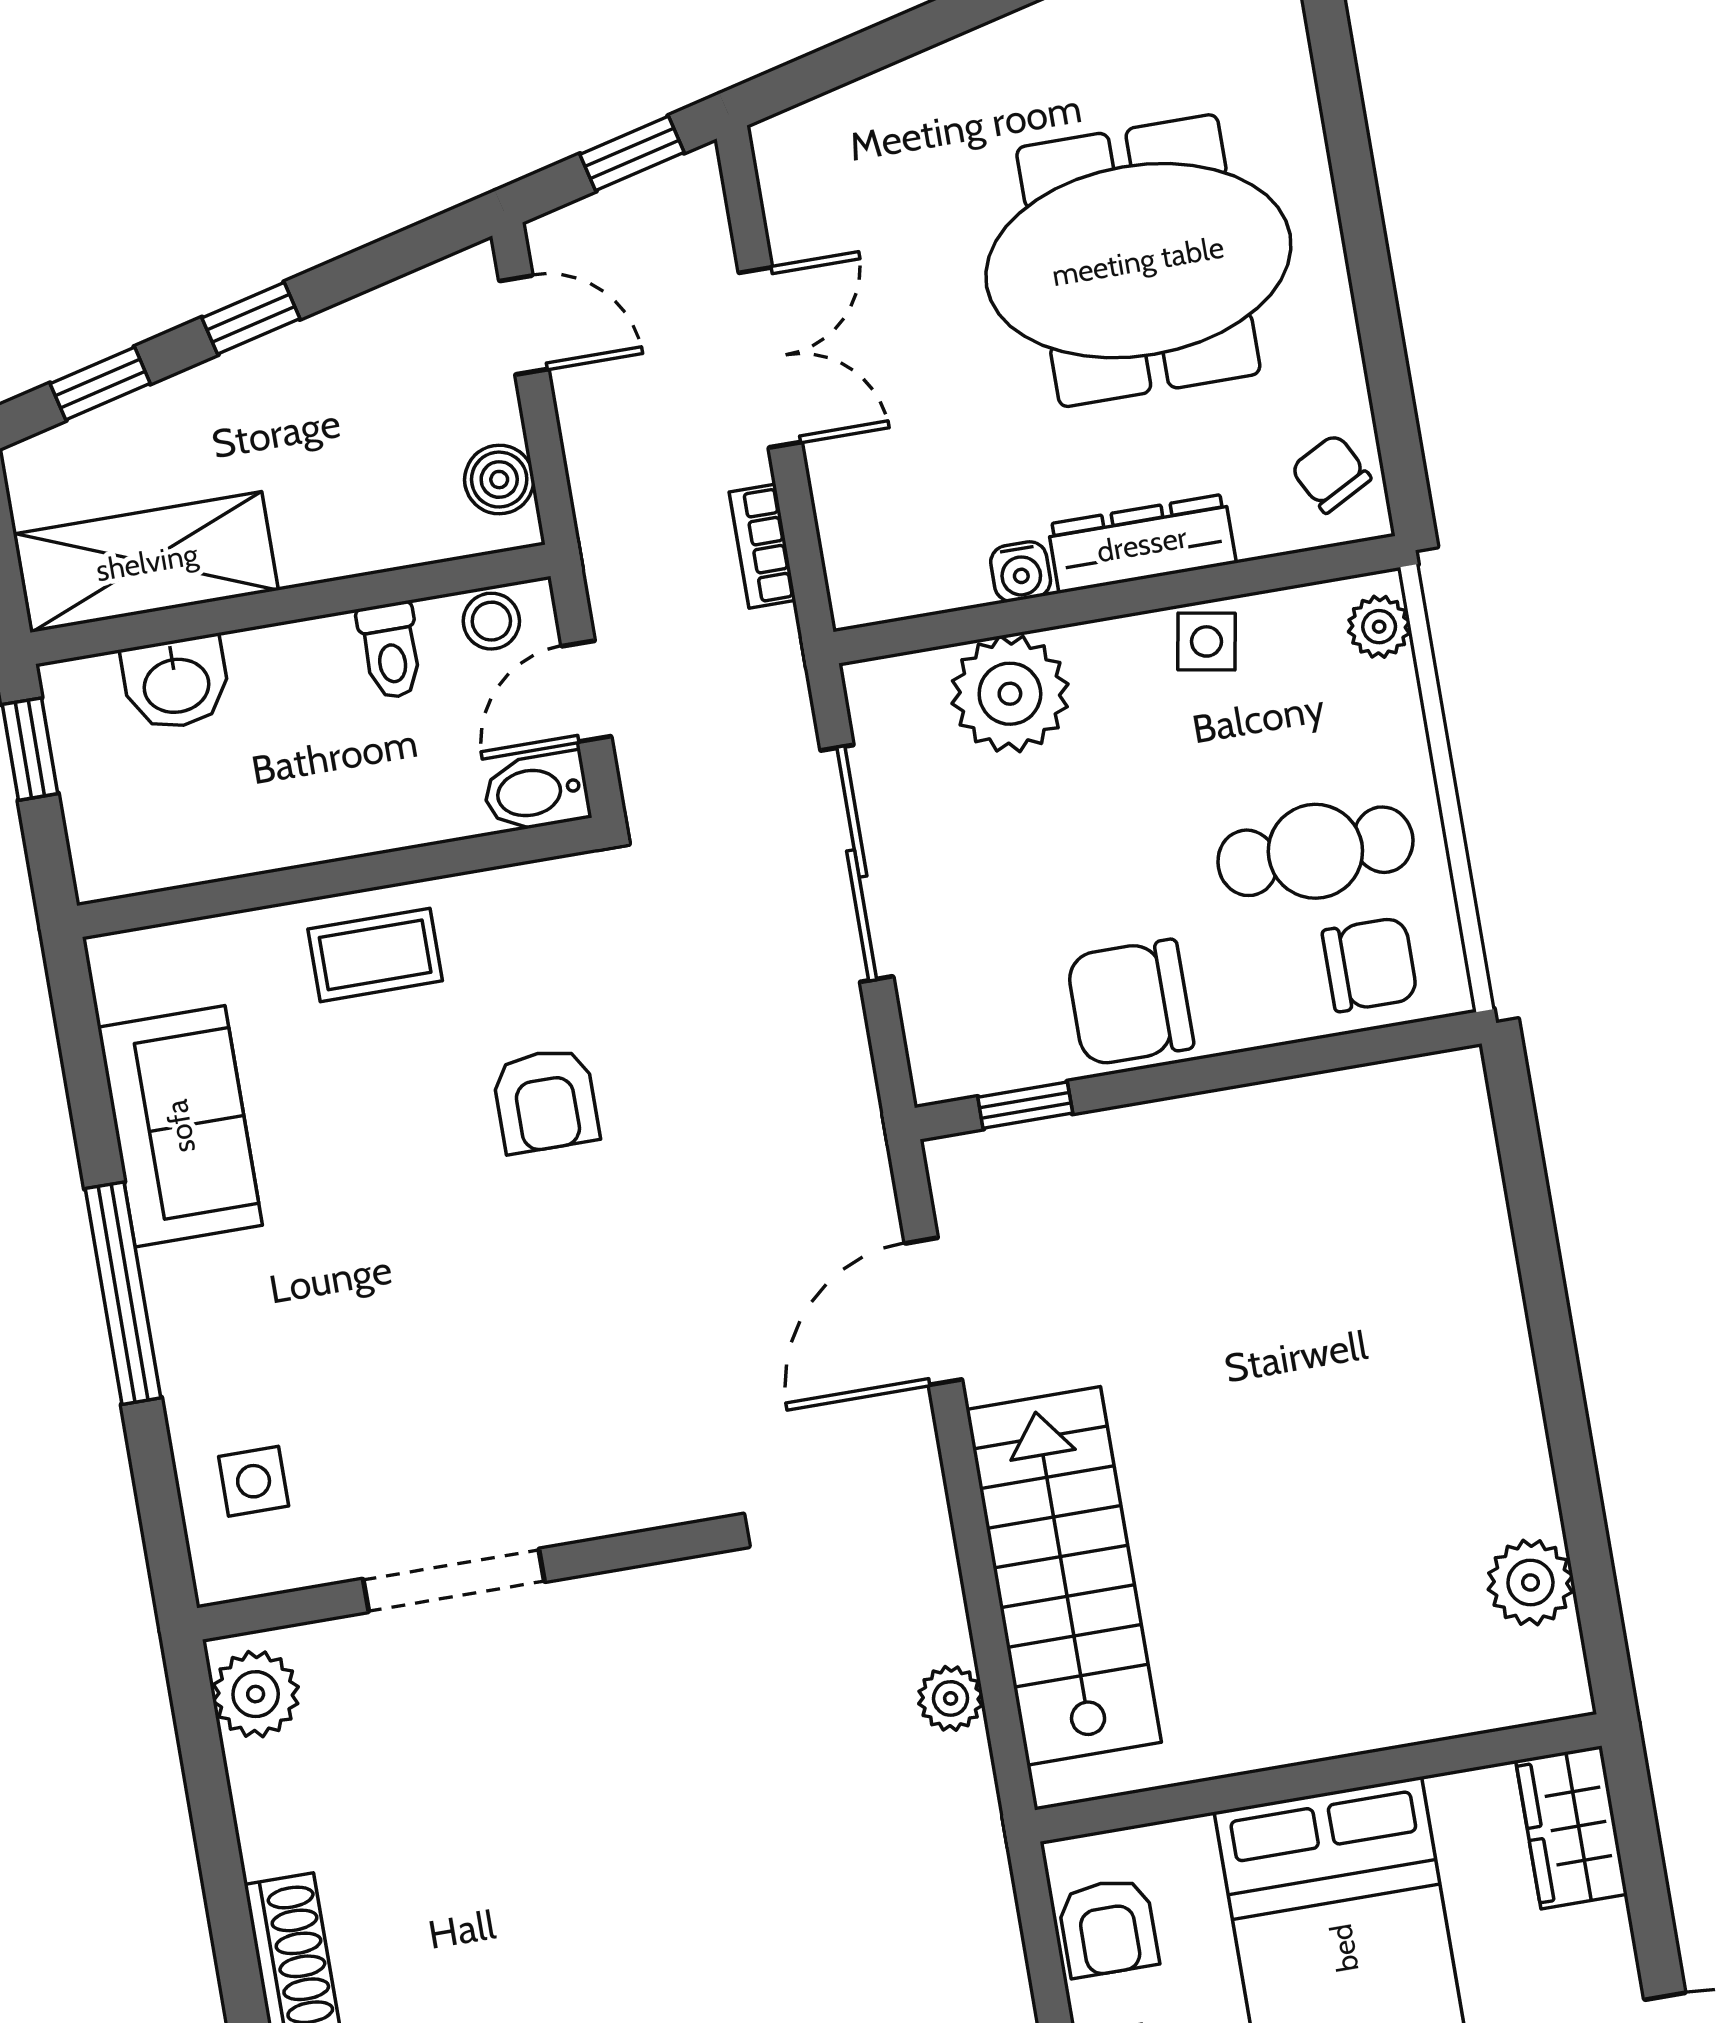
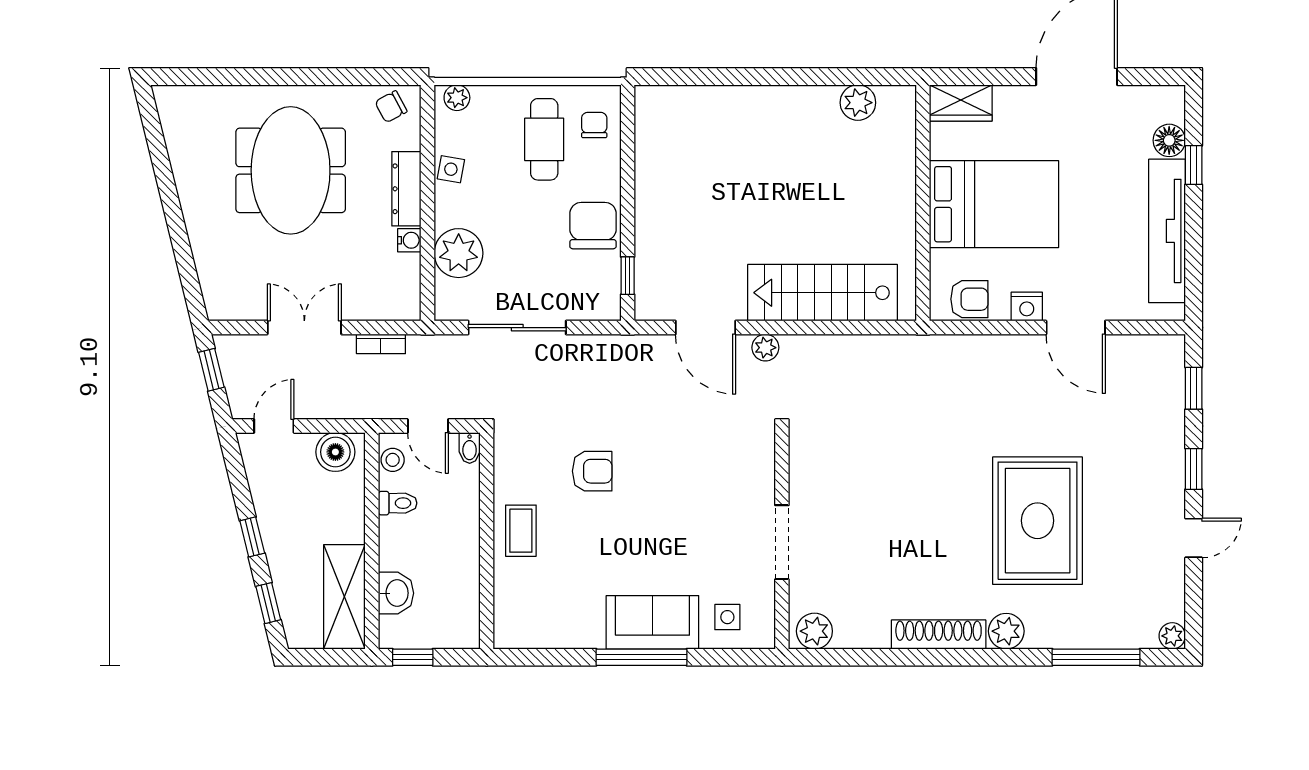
boiler: (499, 480) -> (335, 452), width x1.36, depth x1.36
bidet: (536, 792) -> (470, 448), width x0.72, depth x0.74
chair: (1370, 964) -> (594, 125), width x0.73, depth x0.73
chair: (1130, 1002) -> (593, 226), turned 180
sofa: (180, 1126) -> (652, 622), moved
plant: (951, 1698) -> (765, 348), moved

